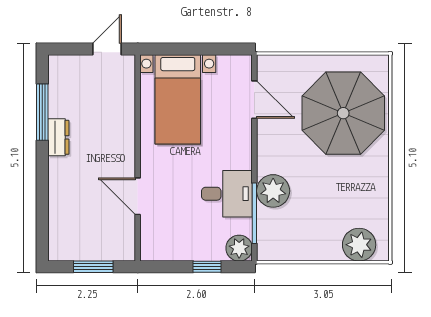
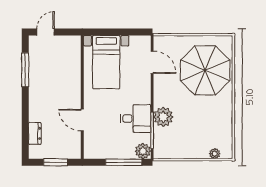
door: (107, 49) -> (46, 32), moved
dresser: (58, 137) -> (35, 133), moved
plant: (359, 245) -> (215, 154), width x0.53, depth x0.53
window: (207, 267) -> (124, 162), width x2.17

